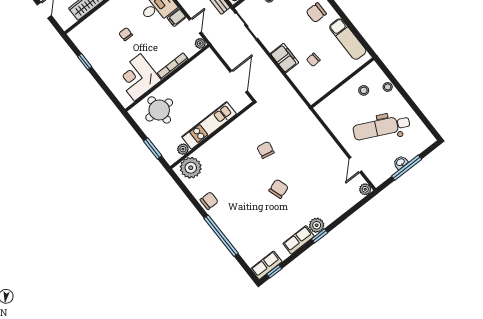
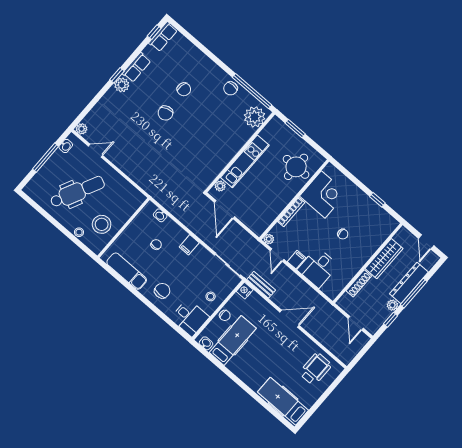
filing cabinet: (284, 58) -> (189, 245), width x0.50
washbasin: (304, 88) -> (160, 215), added
stool: (364, 90) -> (102, 224), width x1.89, depth x1.89
plant: (183, 149) -> (220, 186), moved
chair: (266, 150) -> (184, 89), moved
washbasin: (401, 162) -> (66, 146), moved
door: (355, 165) -> (96, 151), hinge flipped
window: (221, 236) -> (252, 91), moved

